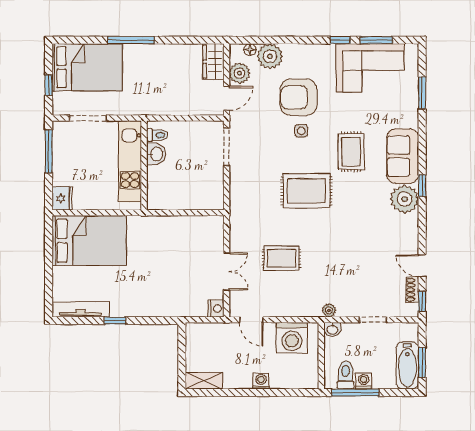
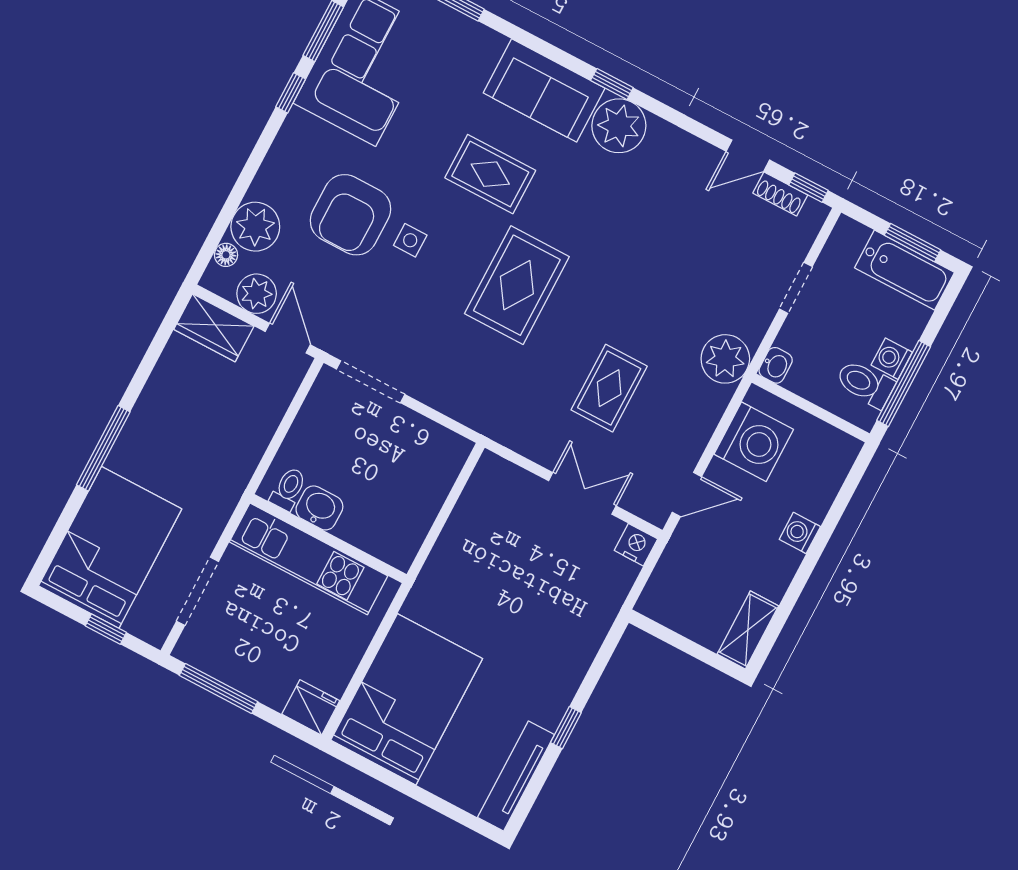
plant: (329, 310) -> (725, 359), width x1.88, depth x1.88

